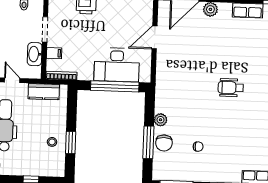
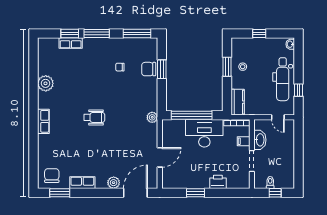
desk: (117, 65) -> (204, 133), moved
kitchen counter: (44, 92) -> (238, 102), moved, turned 90
plant: (161, 120) -> (152, 117), moved
window: (148, 142) -> (162, 69), width x0.69
chair: (164, 143) -> (149, 69), turned -90

